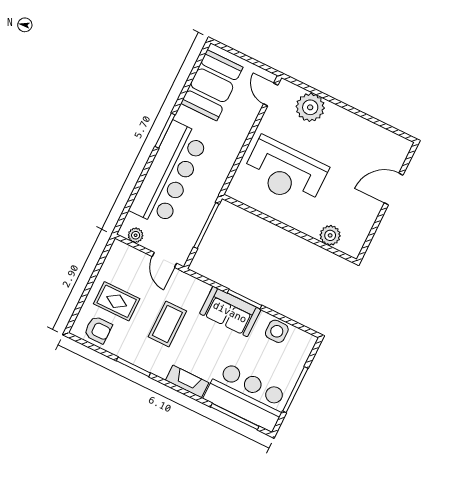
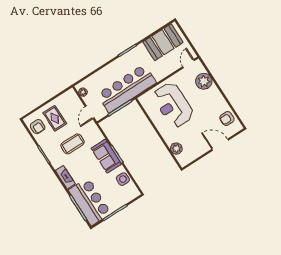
armchair: (380, 143) -> (227, 119), added
bar counter: (169, 174) -> (127, 88), moved, turned 180

